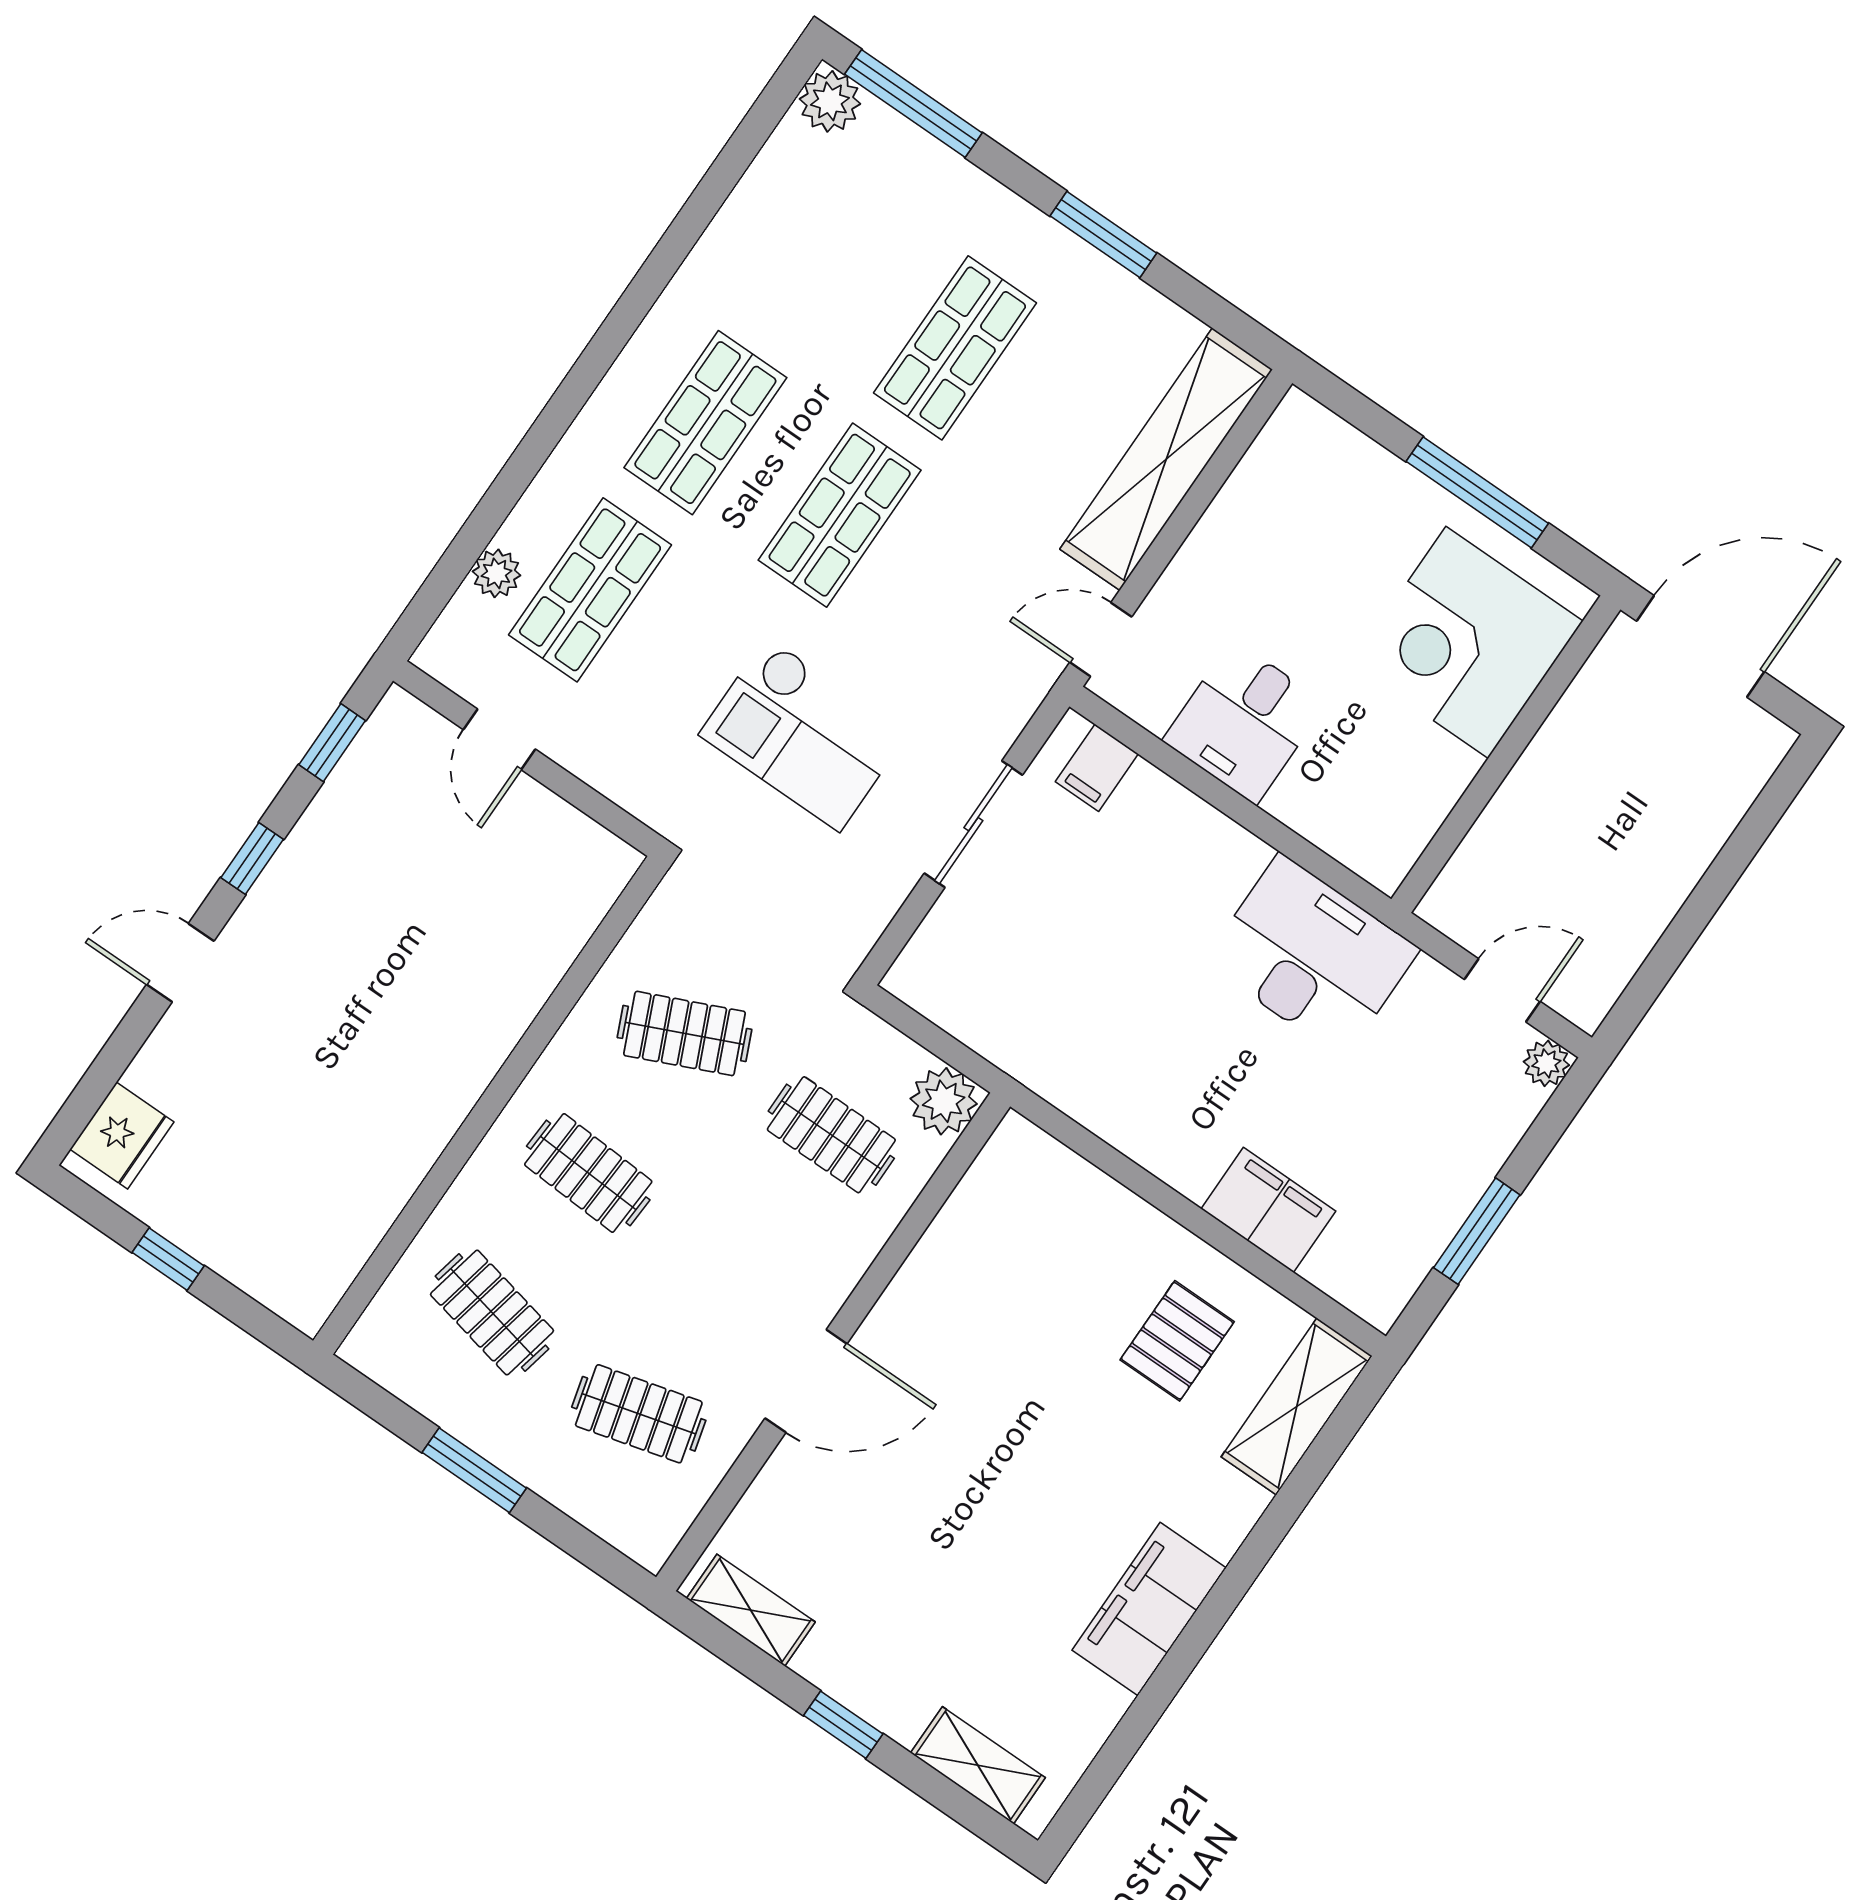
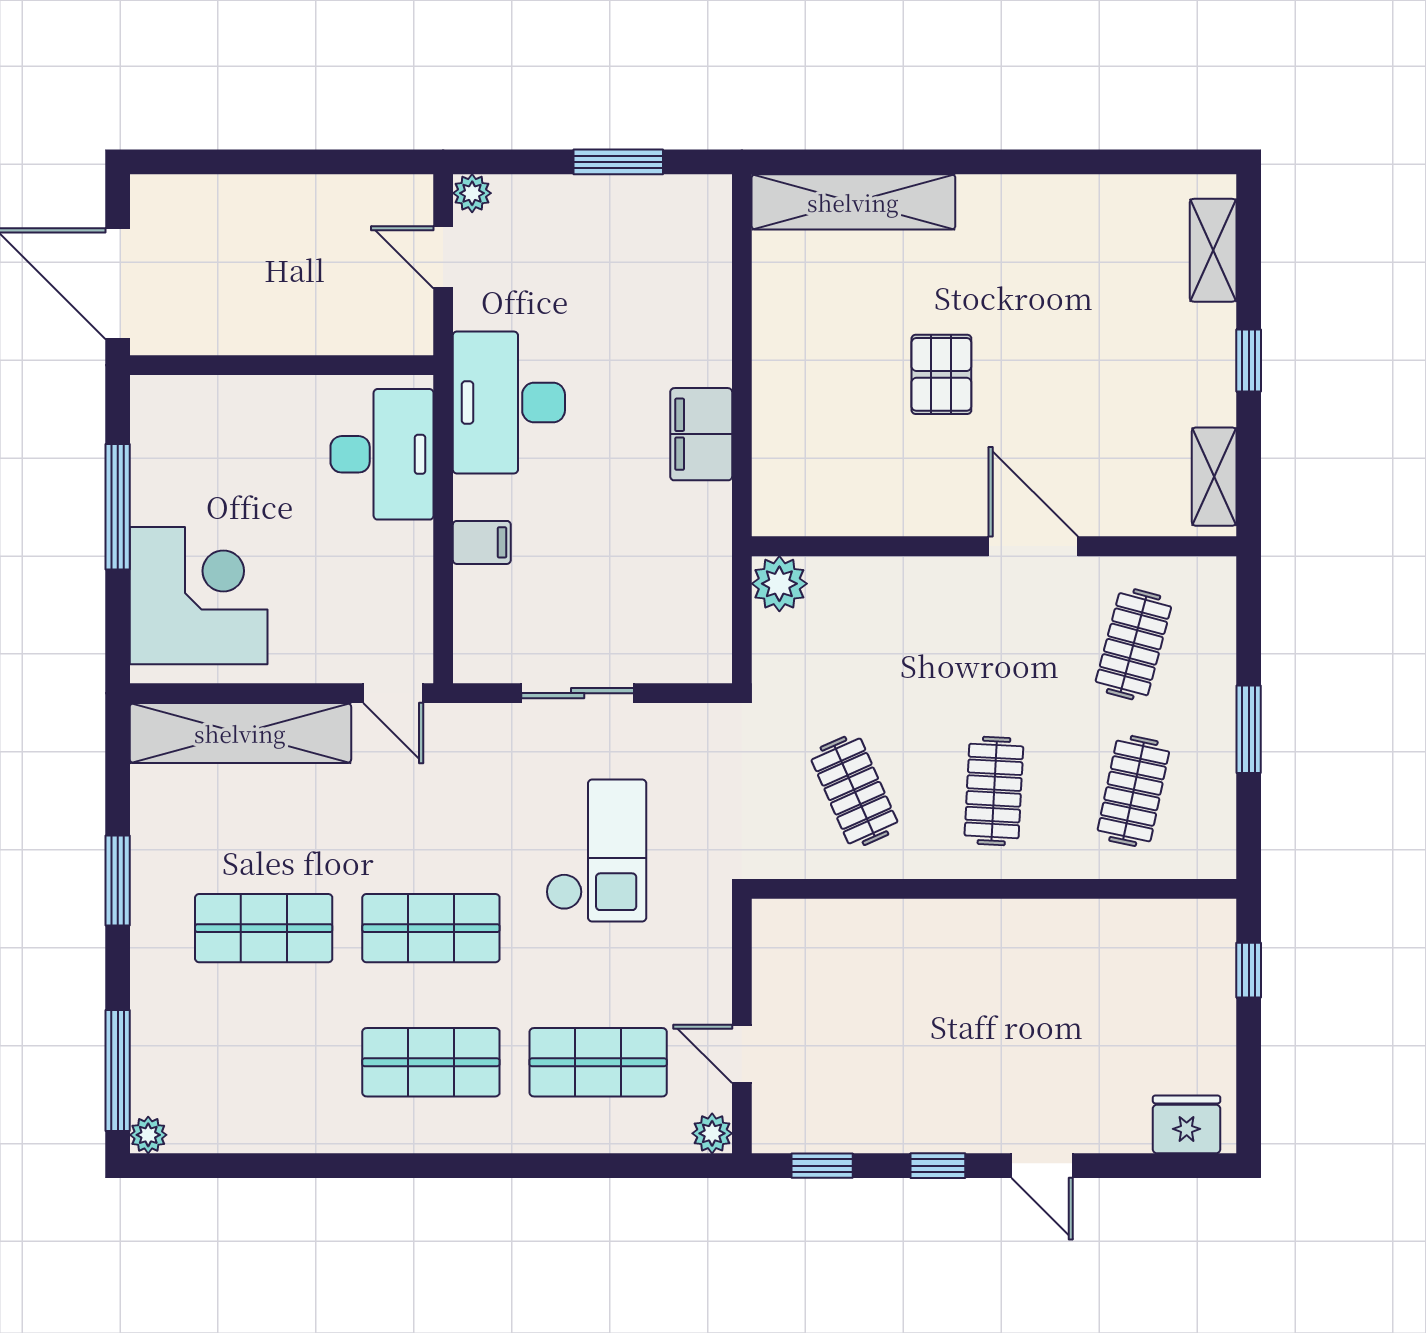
plant: (830, 101) -> (148, 1135), width x0.73, depth x0.73
plant: (496, 573) -> (712, 1133), moved
corner desk: (1467, 642) -> (199, 596), moved, turned -90
desk: (1244, 722) -> (382, 454), moved, width x1.37
door: (499, 739) -> (742, 1054), swing flipped
filing cabinet: (1097, 768) -> (482, 542), moved
clothes rail: (831, 1135) -> (854, 644), removed
filing cabinet: (1268, 1210) -> (701, 434), moved
window: (168, 1259) -> (1249, 970), moved
pallet: (1177, 1341) -> (941, 374), moved, turned 90
shelving: (1297, 1406) -> (853, 202), width x1.47
clothes rail: (639, 1414) -> (1133, 644), turned 30
filing cabinet: (1149, 1609) -> (1027, 207), removed

